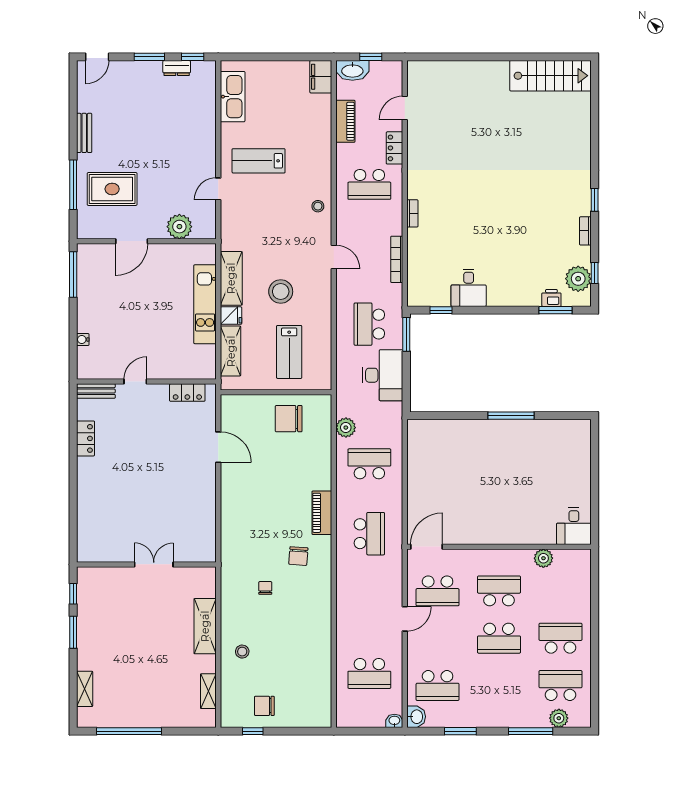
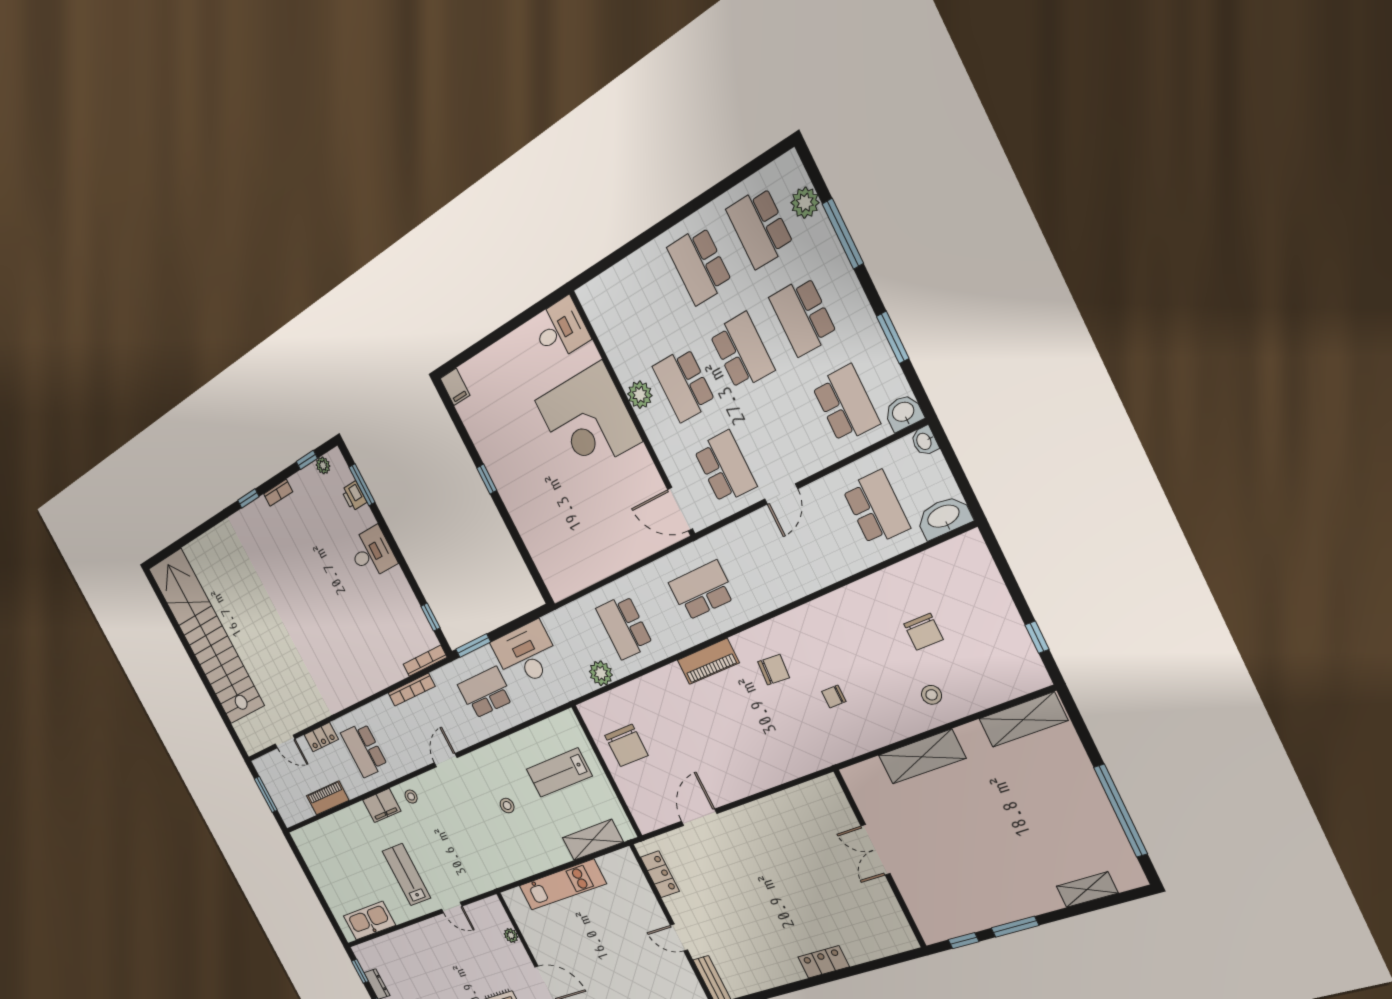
window: (371, 57) -> (266, 794), width x1.50
washbasin: (352, 70) -> (944, 517), moved, turned -90
stairs: (550, 76) -> (206, 637), width x1.86, depth x1.51
filing cabinet: (321, 77) -> (382, 805), moved
lab bench: (259, 161) -> (406, 875), turned 180
school desk: (369, 184) -> (364, 750), turned 180
bookcase: (412, 213) -> (425, 661), moved, width x1.56
plant: (179, 227) -> (511, 935), width x0.53, depth x0.53
shelving: (231, 278) -> (523, 865), removed
plant: (578, 279) -> (323, 465), width x0.53, depth x0.53
desk: (469, 288) -> (372, 553), moved
stool: (281, 292) -> (507, 806), width x0.53, depth x0.53
fridge: (231, 316) -> (558, 852), removed
school desk: (369, 324) -> (485, 693), turned 180
lab bench: (289, 352) -> (559, 773), turned 180
window: (511, 416) -> (487, 479), width x0.46
filing cabinet: (580, 427) -> (455, 387), added
locker: (85, 438) -> (824, 962), moved
corner desk: (511, 513) -> (588, 421), added
plant: (543, 558) -> (640, 395), moved
door: (405, 619) -> (781, 494), swing flipped
school desk: (499, 686) -> (803, 316), added
shelving: (208, 691) -> (1023, 720), width x1.50, depth x1.33
chair: (264, 706) -> (923, 632), moved

